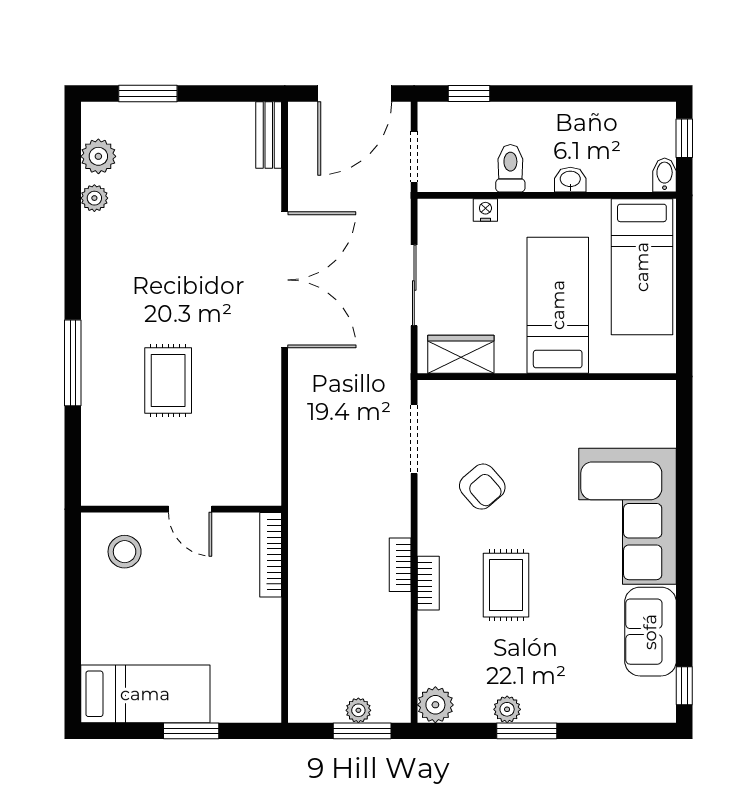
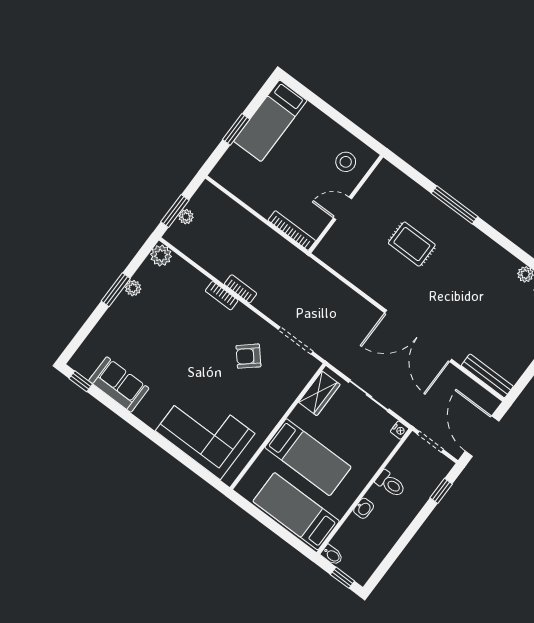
bench: (269, 135) -> (487, 376), width x1.36
nightstand: (485, 210) -> (400, 430), moved
corner sofa: (628, 516) -> (205, 432), moved
rug: (506, 585) -> (193, 332), removed

